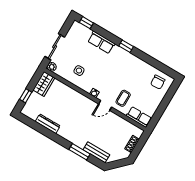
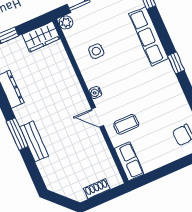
row of seats: (101, 42) -> (149, 36), width x1.48
window: (79, 152) -> (17, 134), moved
bench: (96, 152) -> (34, 141), moved

